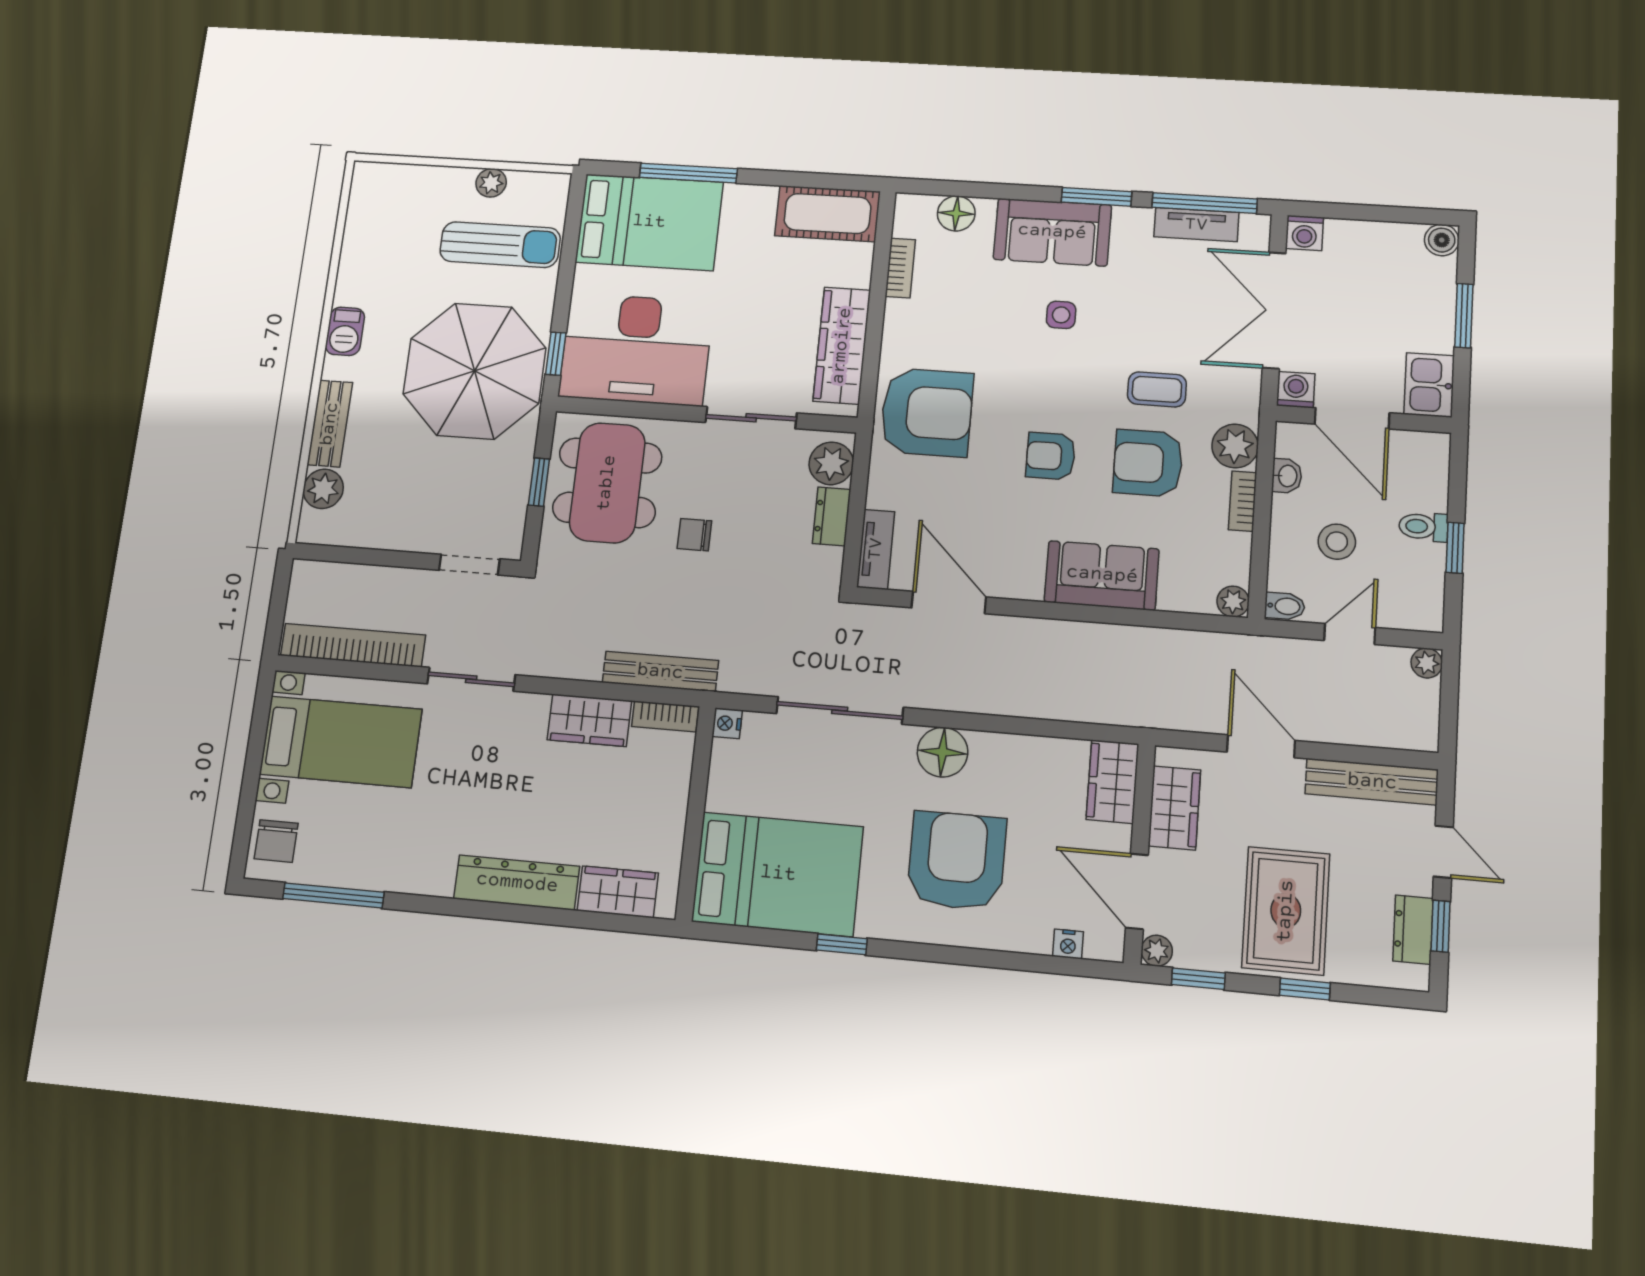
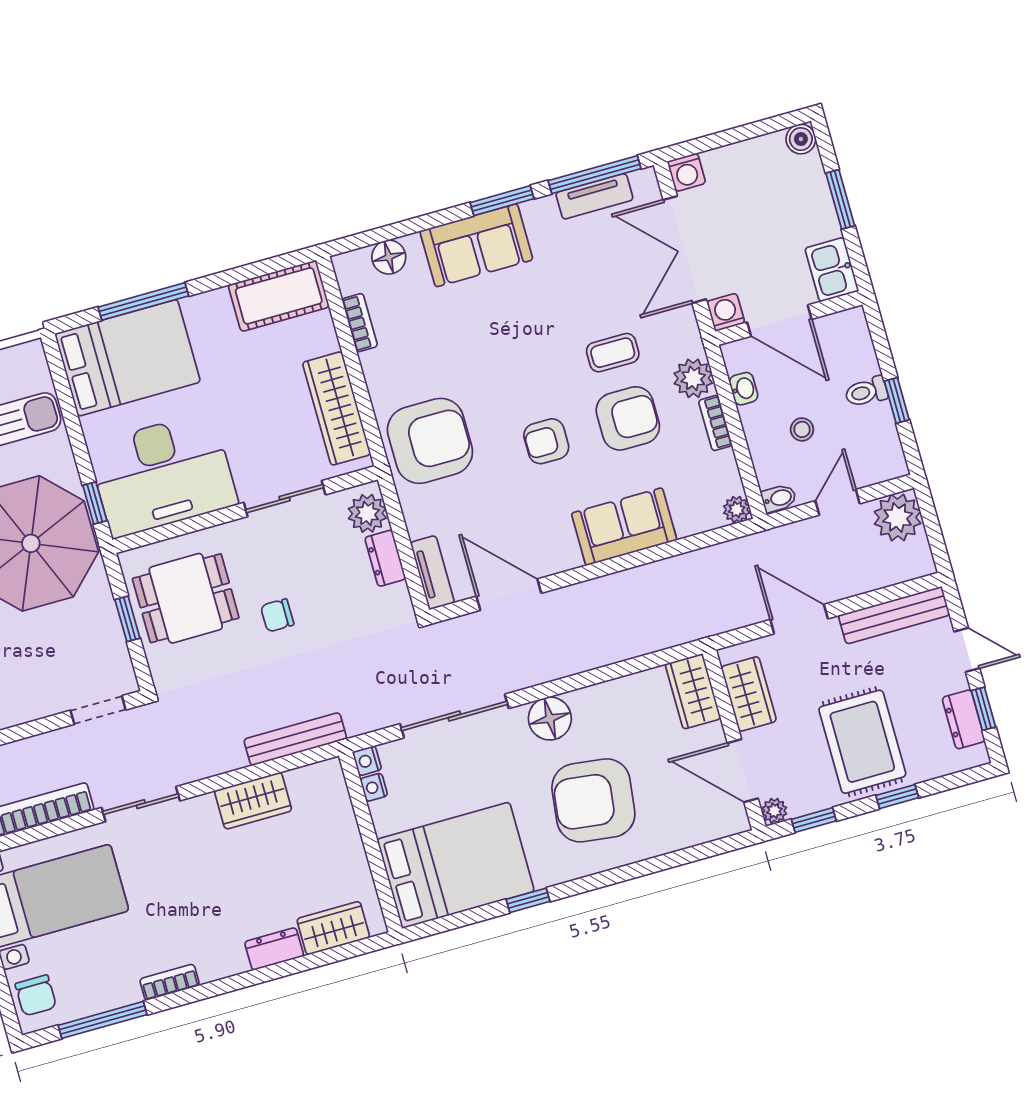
side table: (1061, 315) -> (510, 316), removed
armchair: (1148, 463) -> (628, 418), turned 180
dining table: (607, 483) -> (186, 598), width x0.73
stool: (1337, 542) -> (802, 429), width x0.73, depth x0.73
plant: (1427, 663) -> (898, 518), width x1.88, depth x1.88
bookcase: (665, 717) -> (170, 982), moved, turned 180
armchair: (957, 861) -> (593, 800), turned -83
dresser: (517, 883) -> (274, 949), width x0.51, depth x0.80
nightstand: (1068, 944) -> (374, 787), moved, turned 90

